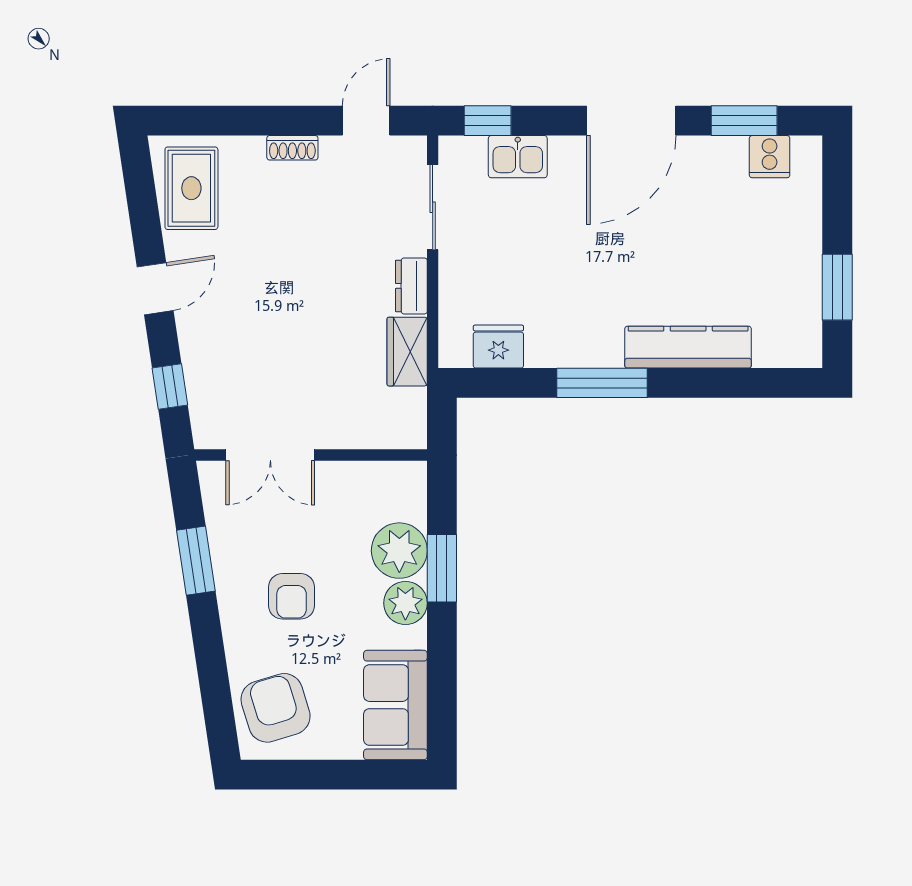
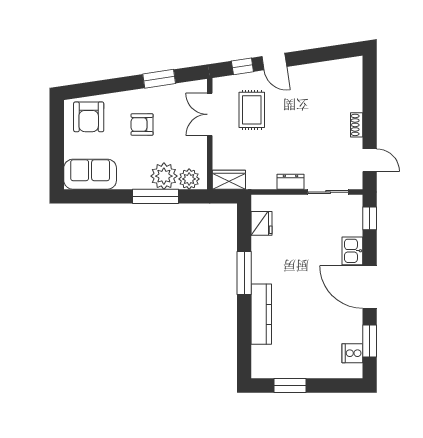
kitchen sink: (518, 157) -> (352, 251), moved
rug: (191, 188) -> (252, 110), moved, turned 90
door: (155, 289) -> (274, 62), moved
wardrobe: (407, 352) -> (229, 180), moved
window: (442, 568) -> (155, 196), width x1.44
plant: (405, 603) -> (189, 179), moved
armchair: (276, 708) -> (89, 117), turned 107

